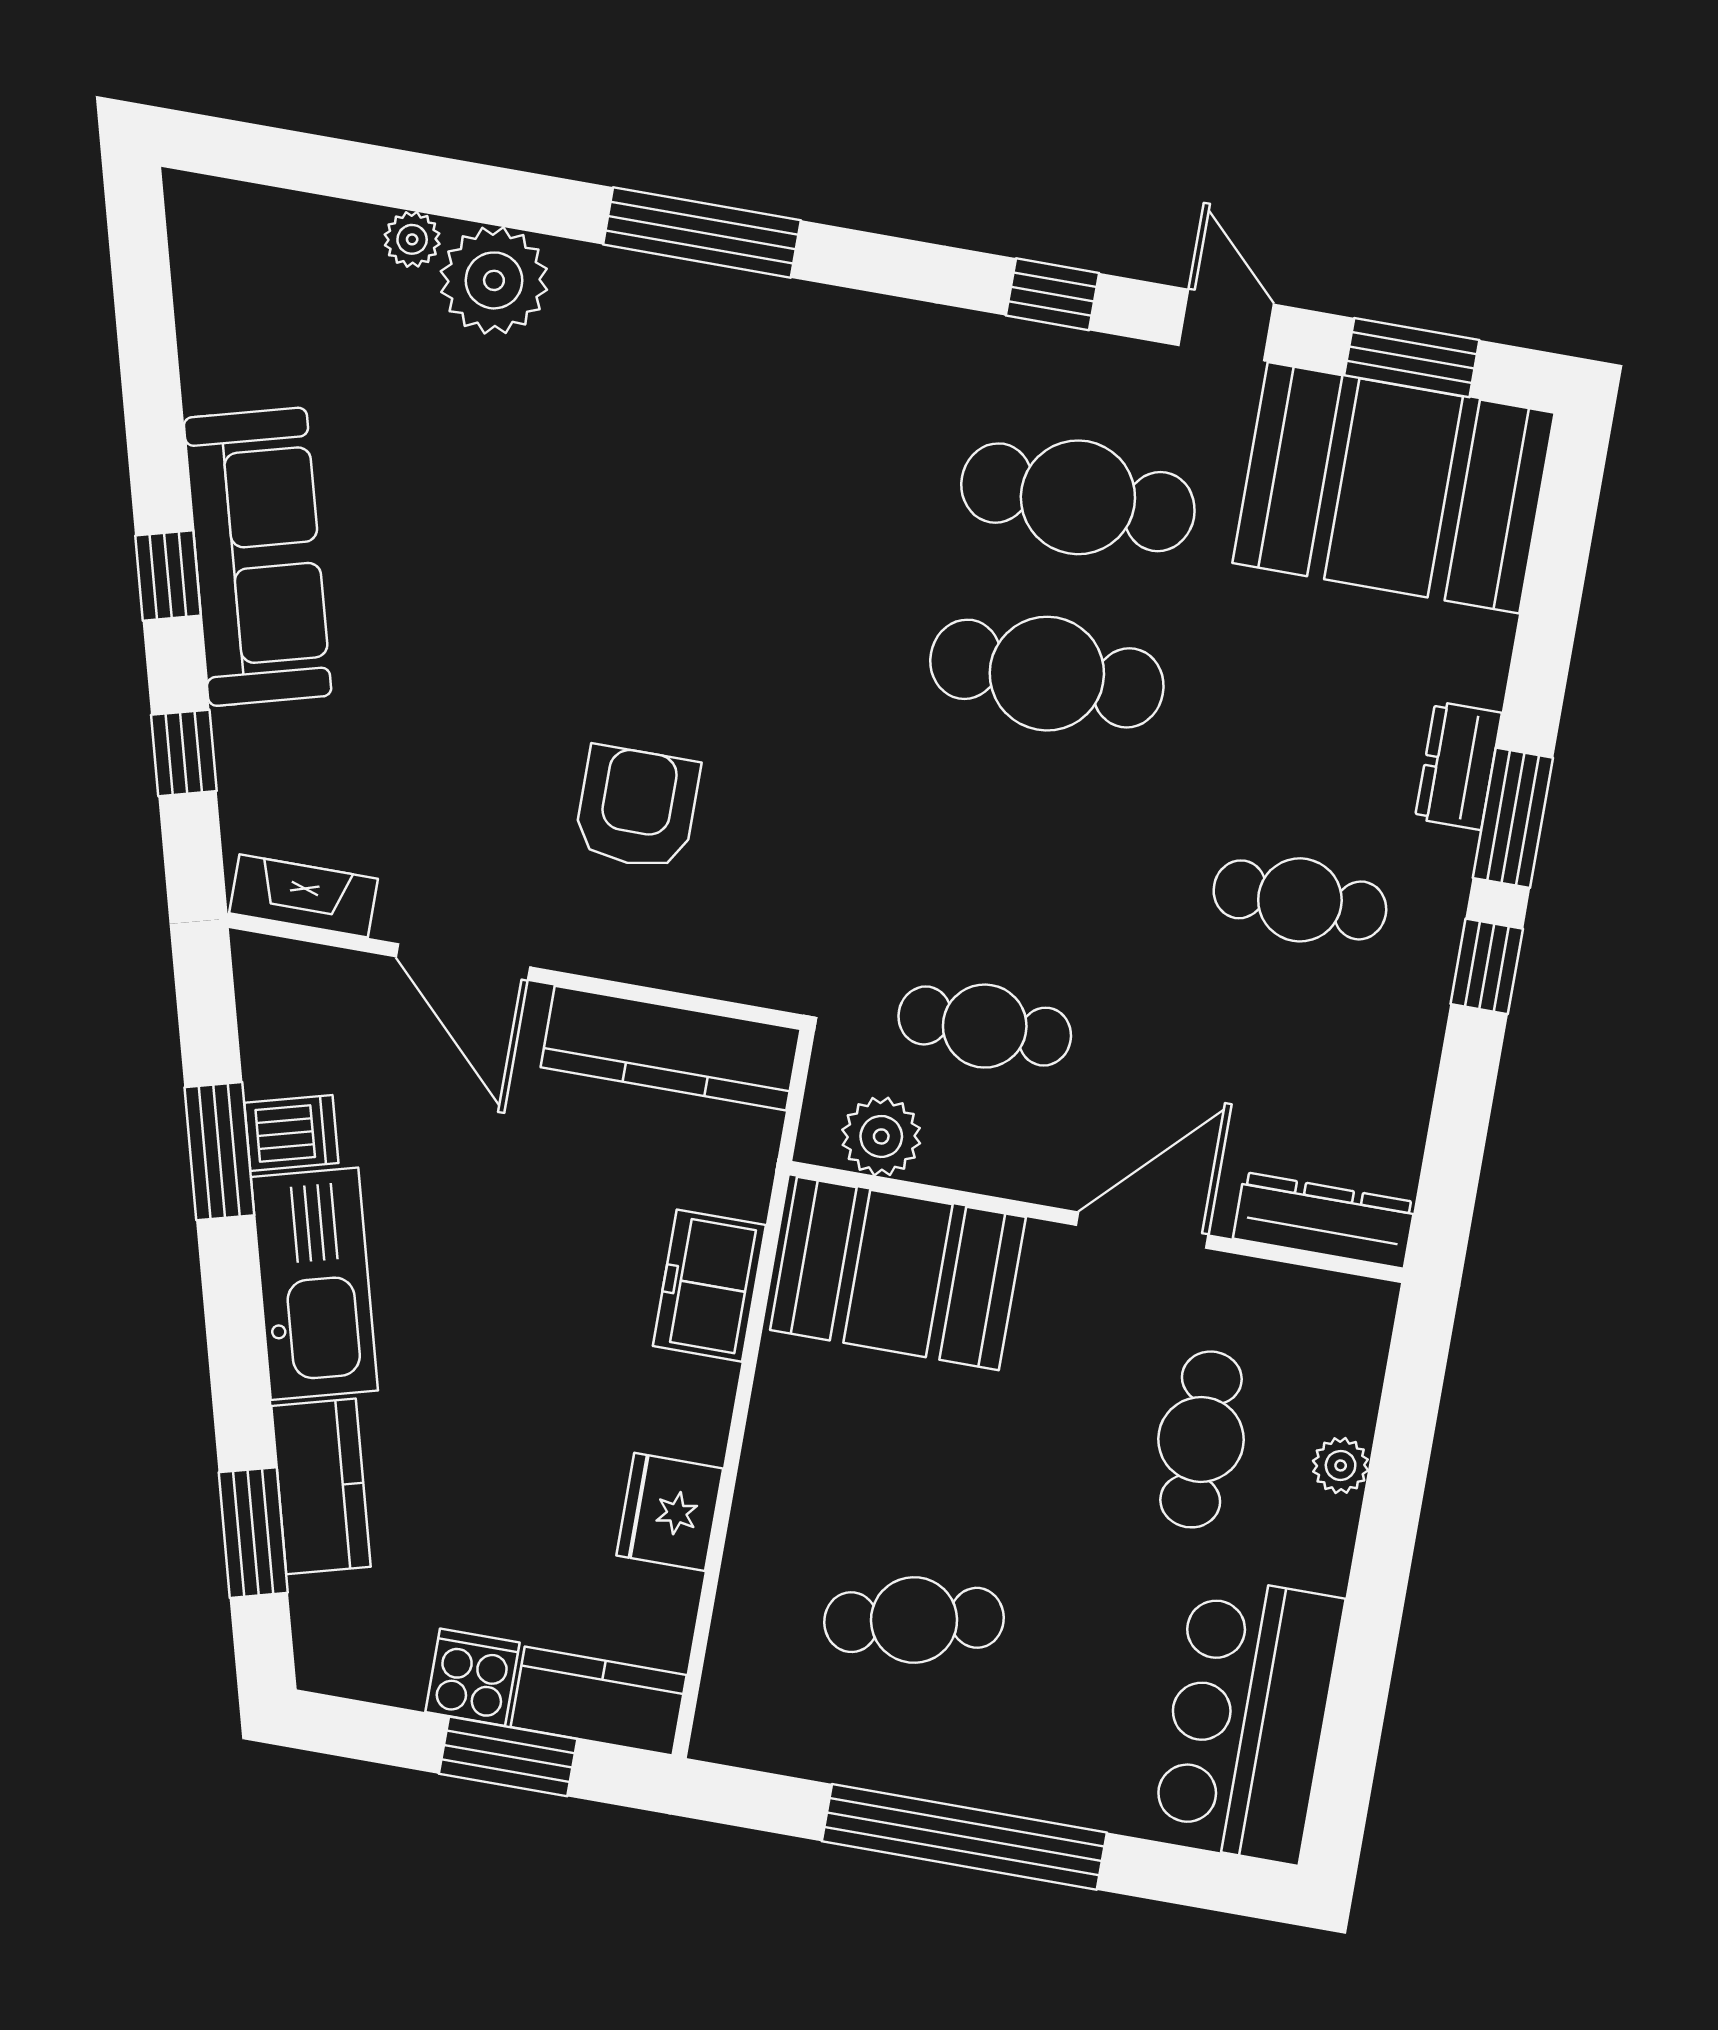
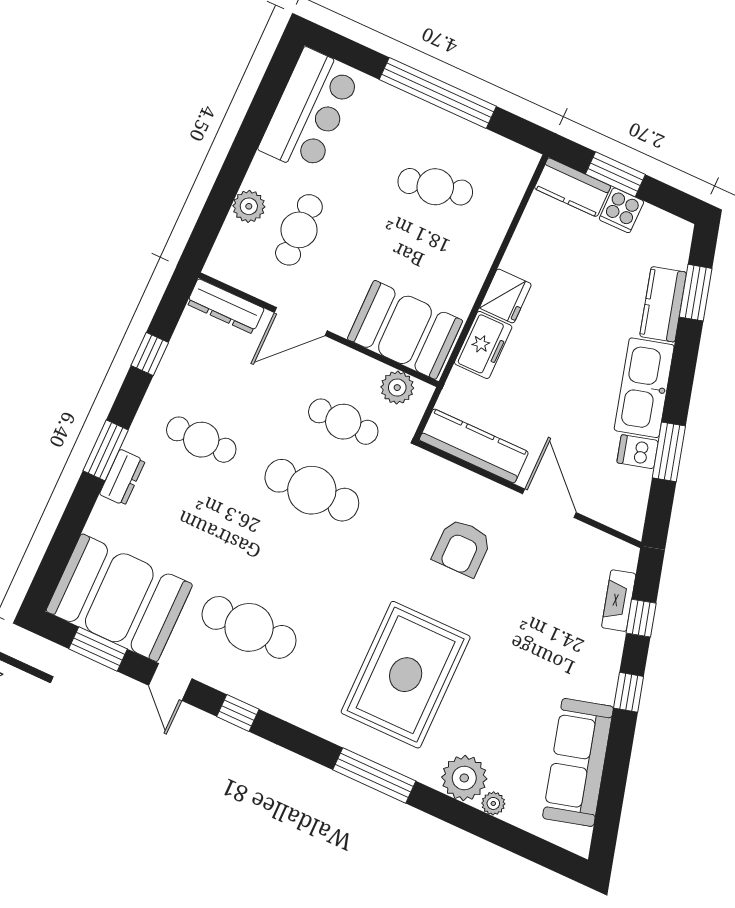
rug: (690, 482) -> (406, 675), added
sofa: (258, 557) -> (578, 762), moved
cafe table: (1047, 674) -> (312, 490), moved
fireplace: (304, 896) -> (619, 601), moved, turned 75
window: (1487, 966) -> (150, 354), moved
plant: (1341, 1465) -> (249, 206), width x1.38, depth x1.38
fridge: (670, 1512) -> (506, 296), moved

